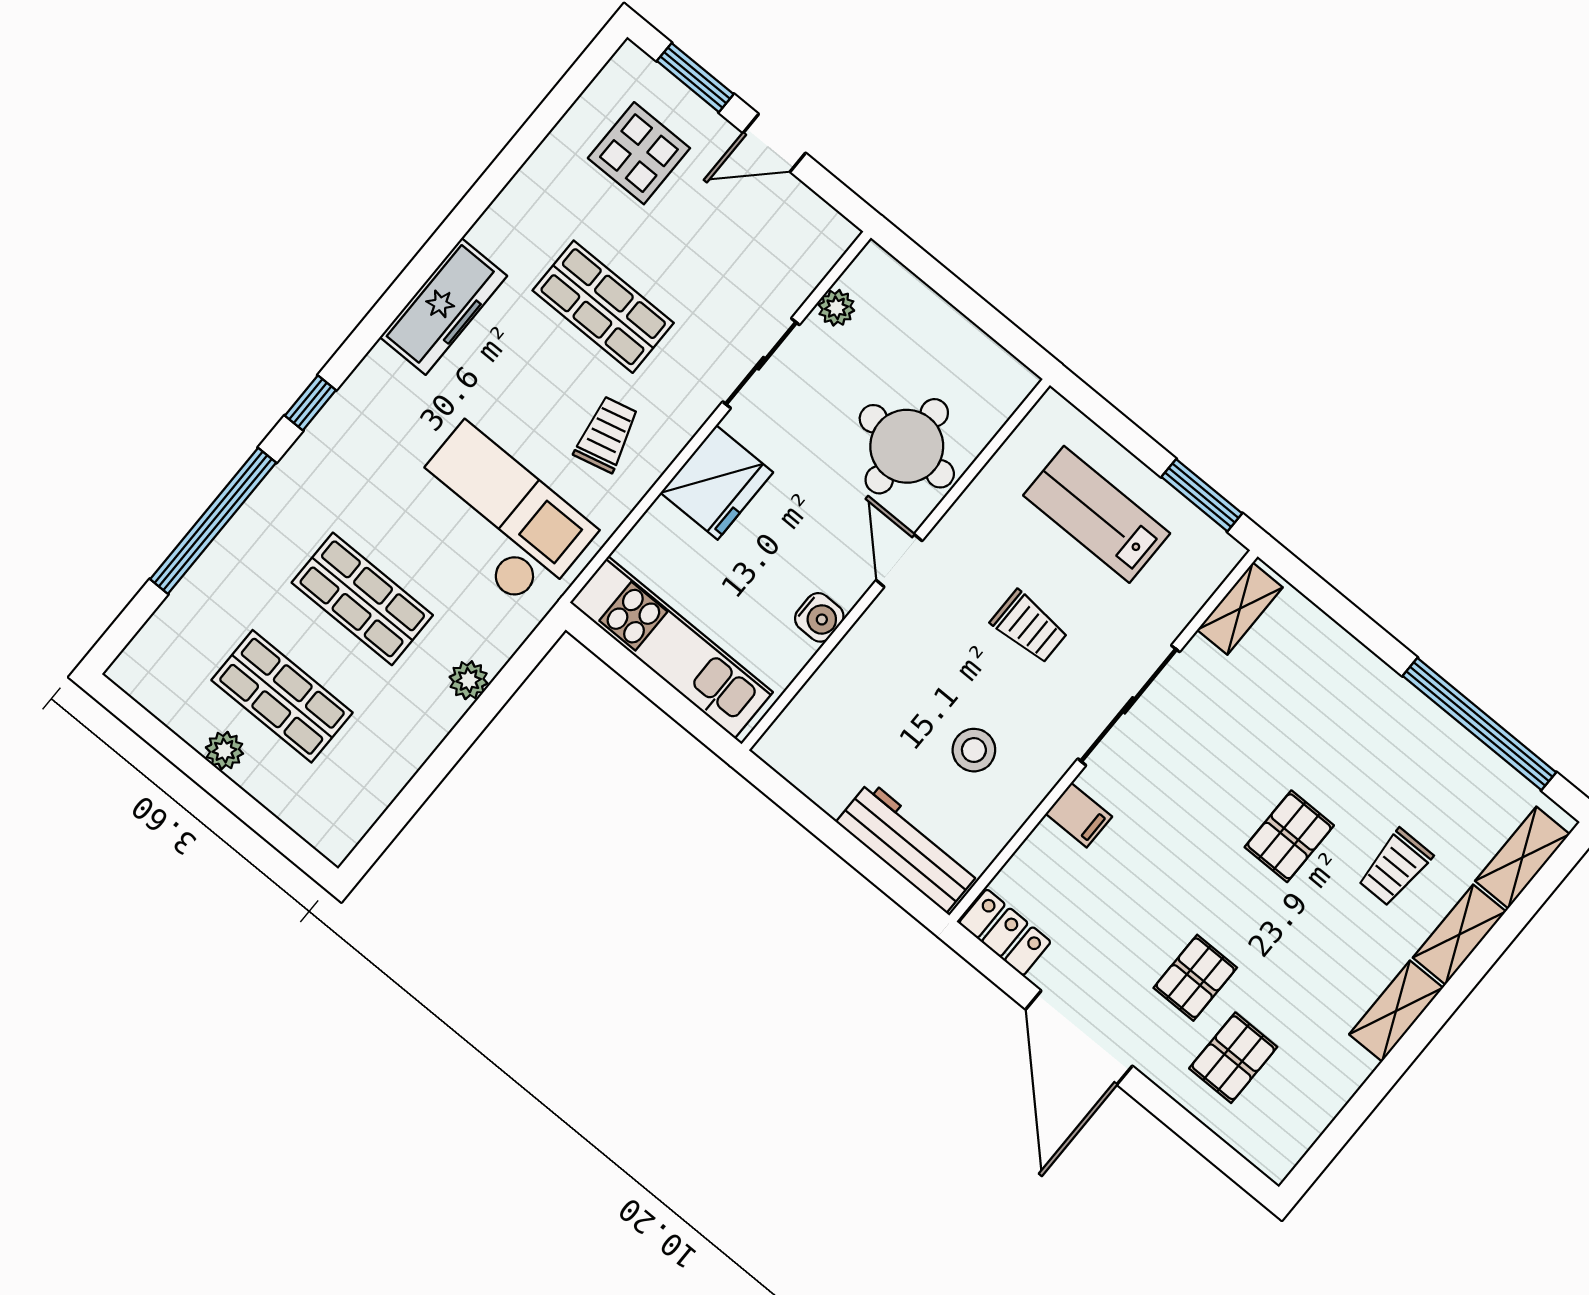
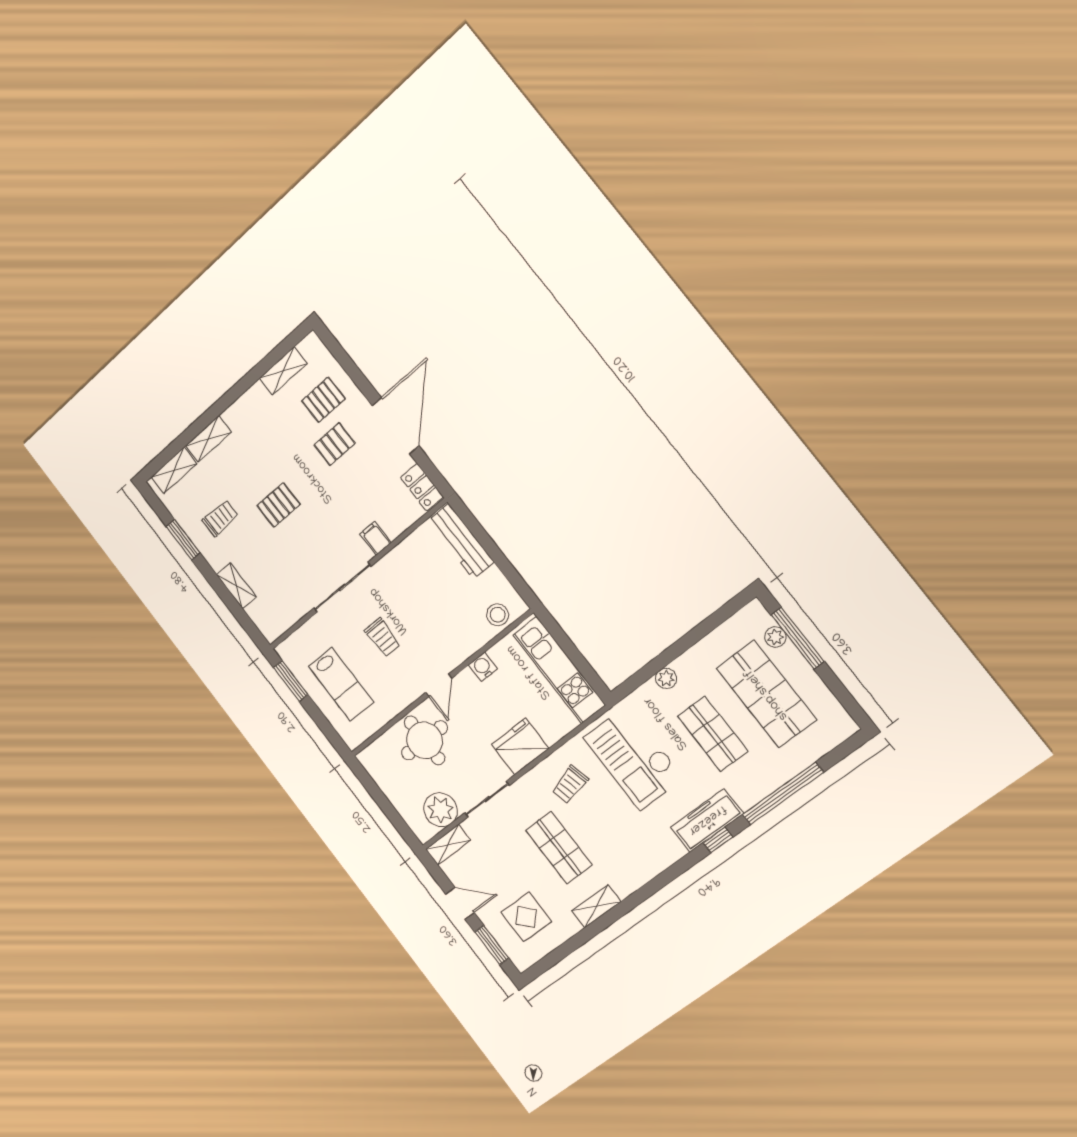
shelving: (509, 213) -> (596, 906), added
shelving: (820, 253) -> (448, 845), added
freezer: (443, 307) -> (707, 820), moved
plant: (836, 308) -> (441, 810), width x1.87, depth x1.87
shelving: (1240, 609) -> (236, 586), moved, turned 90
trolley: (1029, 627) -> (382, 637), turned 180
shop shelf: (282, 696) -> (766, 694), width x1.43, depth x1.36
window: (1479, 724) -> (183, 540), width x0.47
stool: (974, 750) -> (498, 615), moved
plant: (224, 751) -> (775, 637), moved
window: (249, 811) -> (798, 638), added
trolley: (1395, 867) -> (220, 518), moved
shelving: (1396, 1011) -> (283, 371), moved

